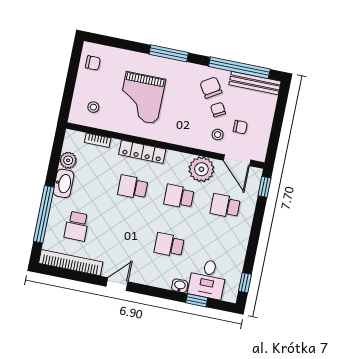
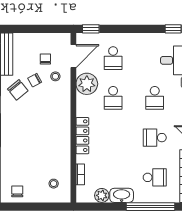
chair: (211, 88) -> (18, 90), turned -97
grand piano: (142, 98) -> (38, 145), removed
school desk: (133, 187) -> (155, 138), moved, turned 90

